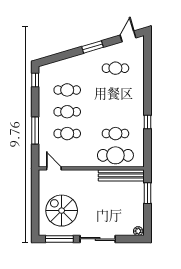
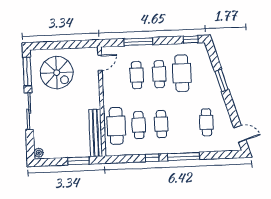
window: (93, 47) -> (222, 80), moved
cafe table: (67, 90) -> (182, 73), width x1.37, depth x1.35
window: (148, 92) -> (183, 156), added
cafe table: (115, 112) -> (161, 124), added
spiral stairs: (62, 211) -> (57, 73), turned 90

